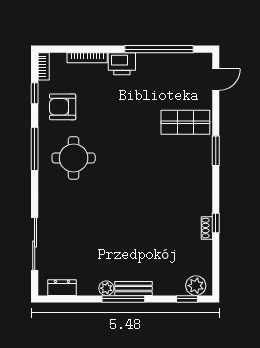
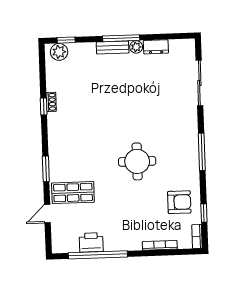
printer: (122, 64) -> (91, 242), moved
door: (216, 80) -> (47, 214), moved
window: (35, 149) -> (202, 152), moved
round table: (74, 158) -> (137, 161), moved
dresser: (62, 288) -> (156, 47), moved

